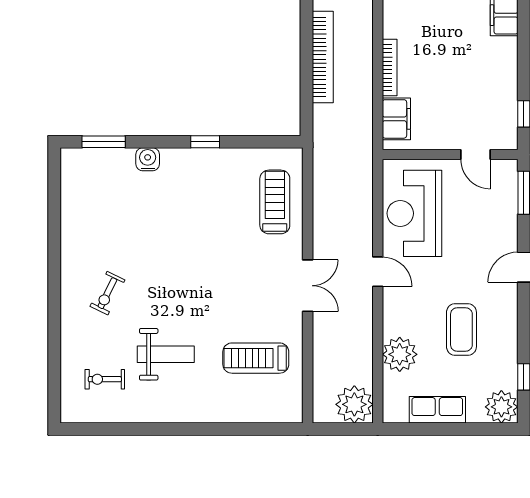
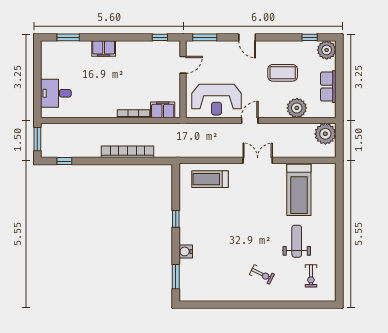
treadmill: (256, 358) -> (299, 190), width x1.37, depth x1.38

